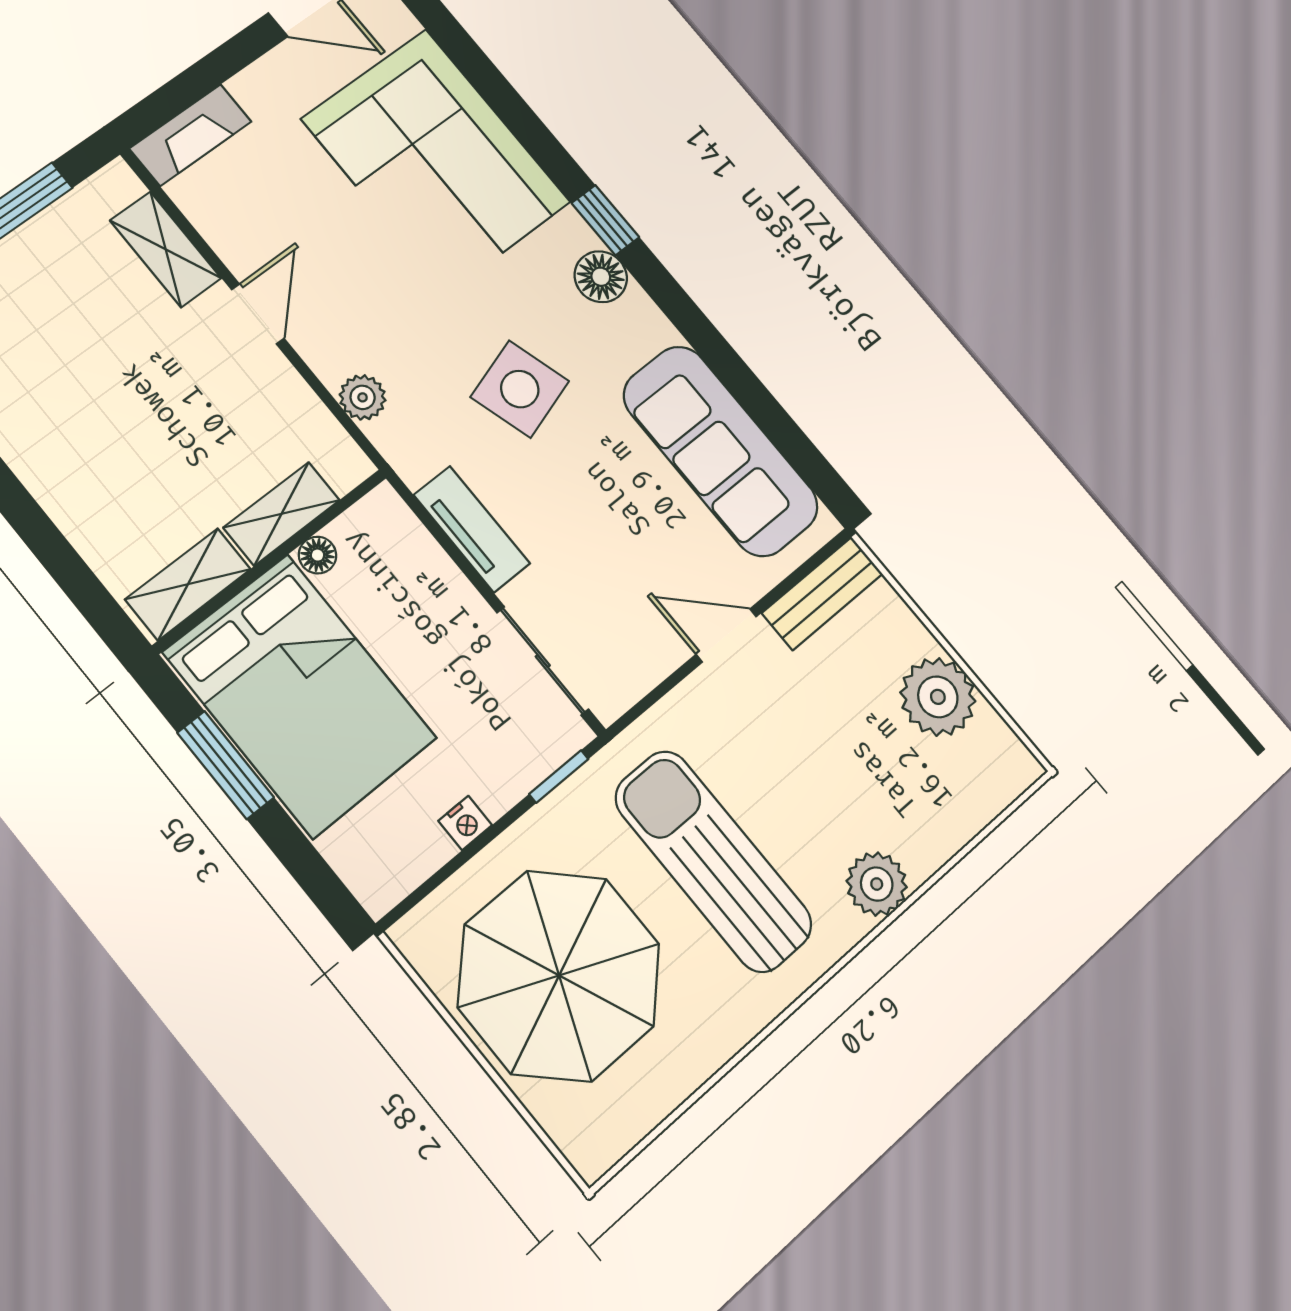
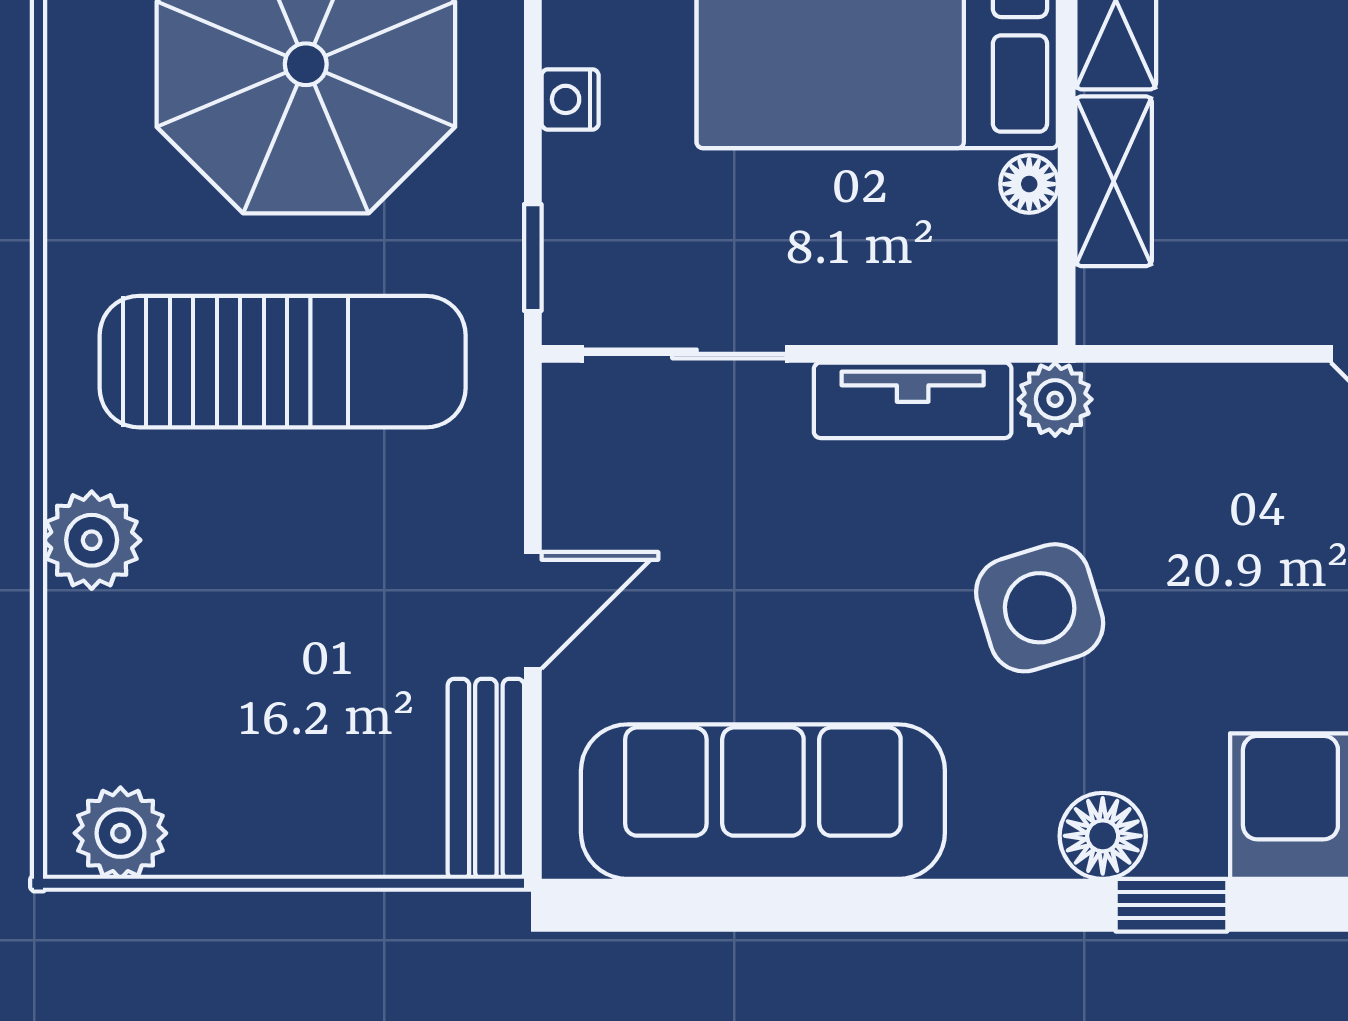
plant: (363, 397) -> (1055, 399), moved
plant: (938, 697) -> (120, 833), moved, width x0.73, depth x0.73

